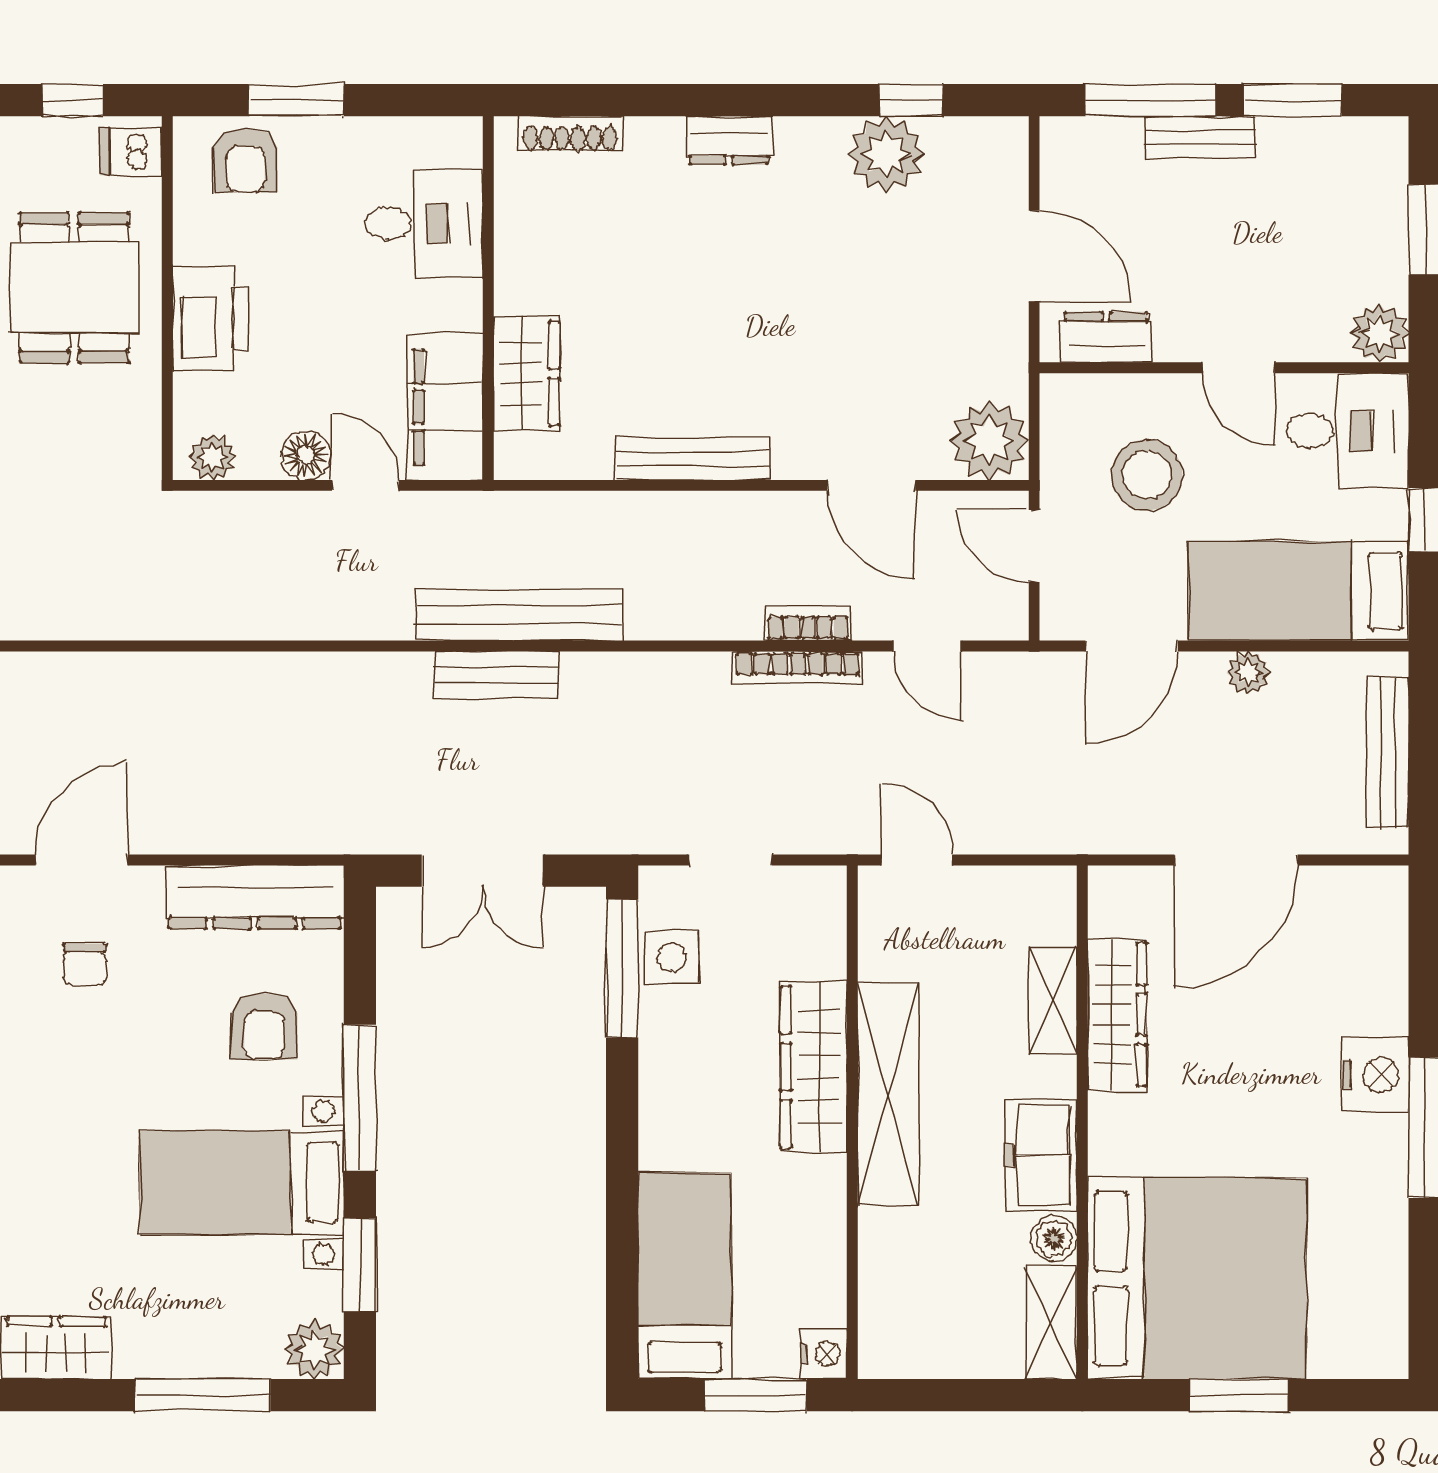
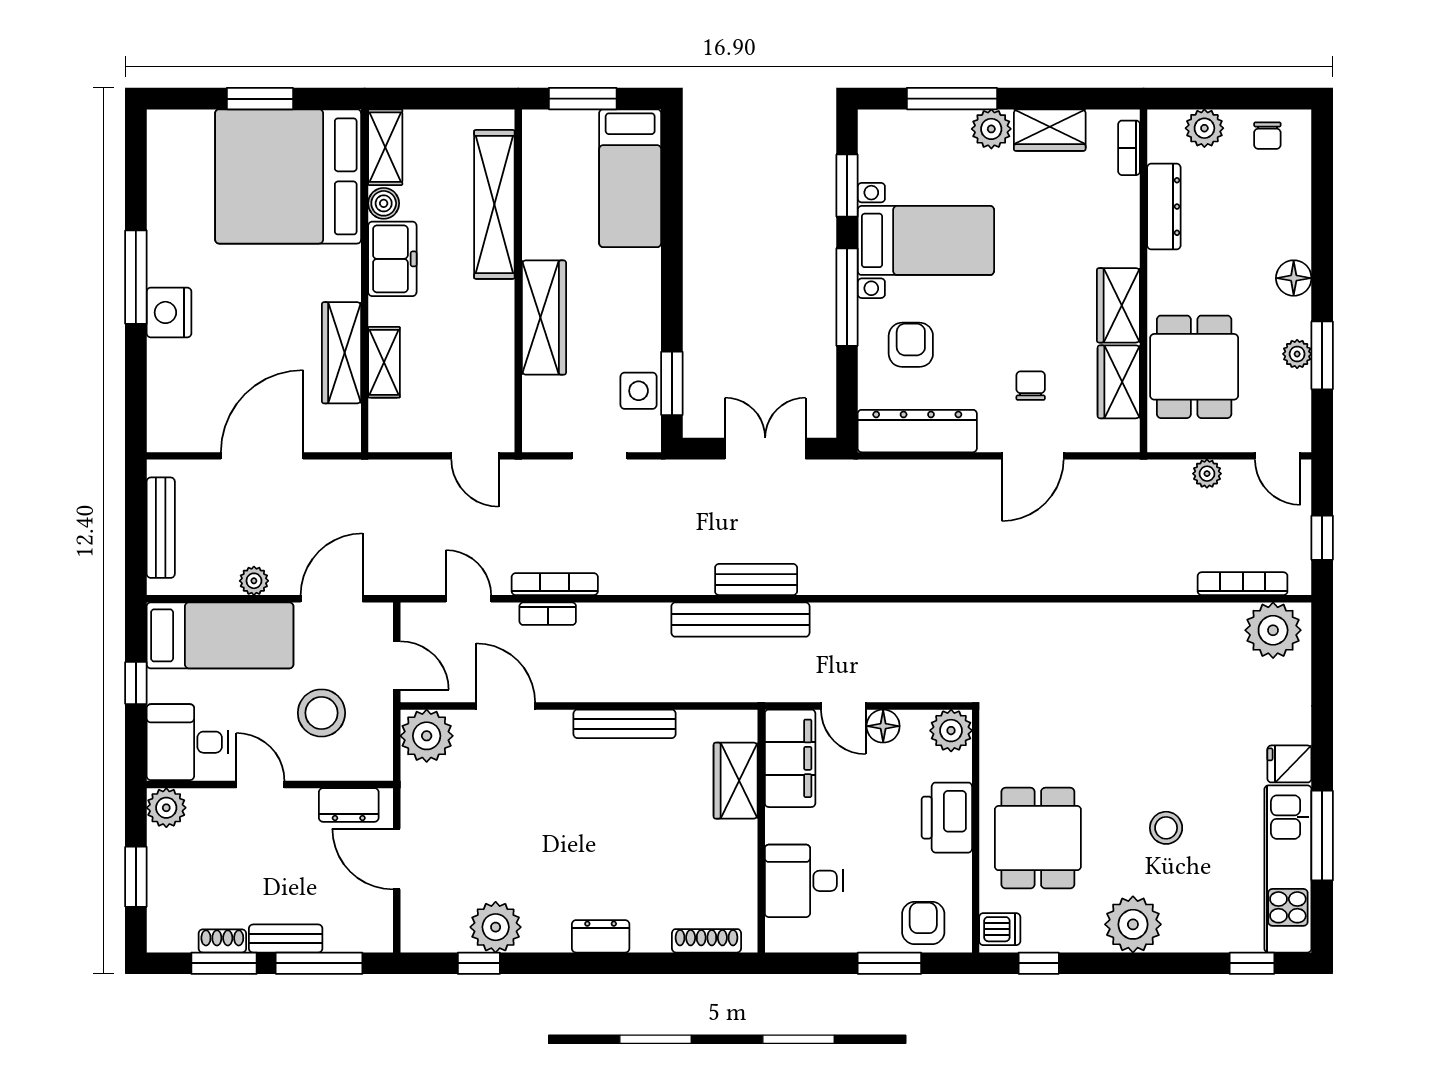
shoe rack: (1295, 133) -> (222, 941), added
plant: (213, 457) -> (951, 731), width x1.38, depth x1.38
window: (622, 969) -> (672, 383), width x0.69
shelving: (888, 1094) -> (494, 204), moved
plant: (314, 1350) -> (991, 129), moved
nightstand: (824, 1354) -> (537, 126), removed

